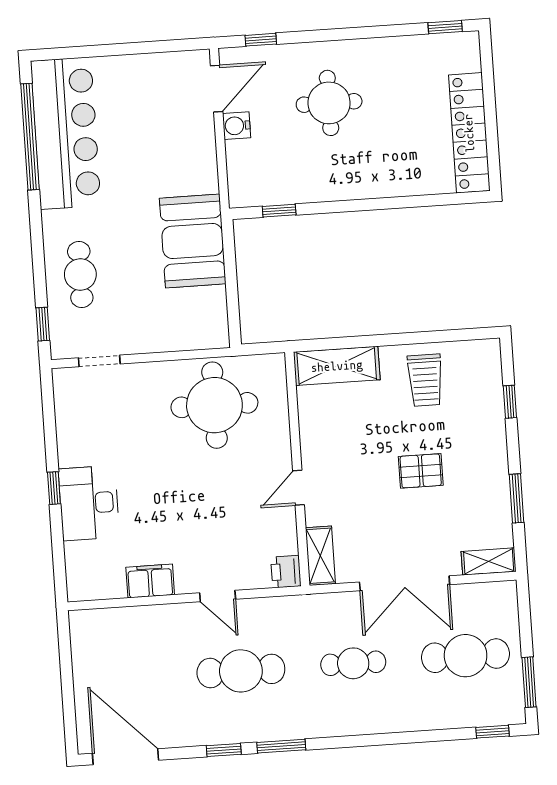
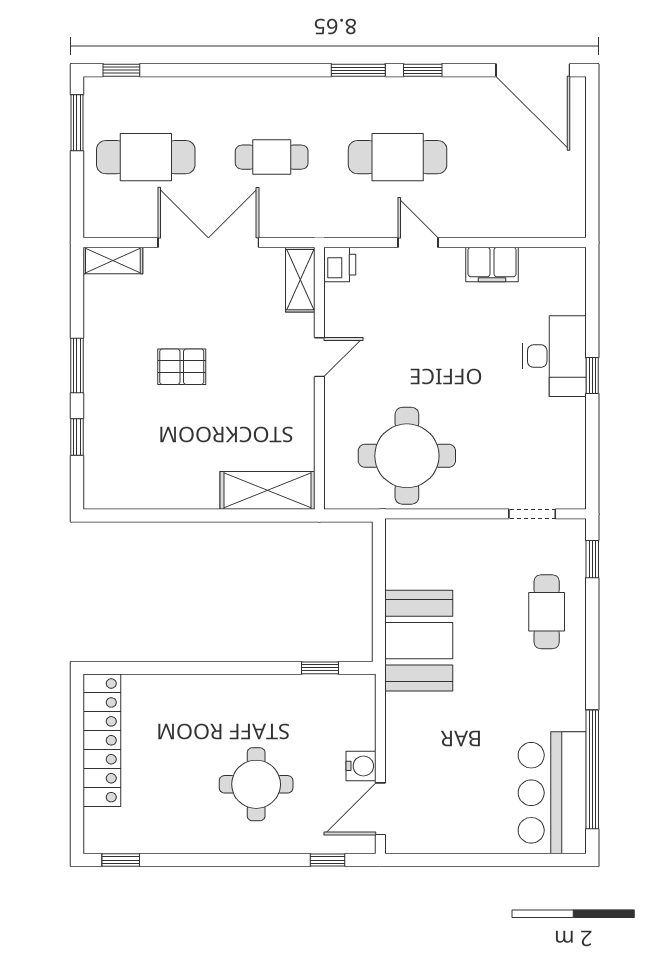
bar counter: (66, 133) -> (552, 793), width x0.73
trolley: (425, 380) -> (170, 468), removed
window: (516, 498) -> (77, 366), moved

